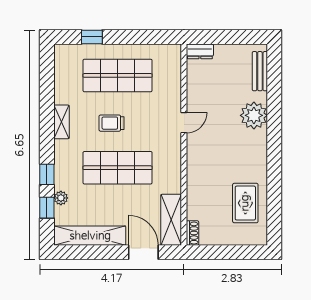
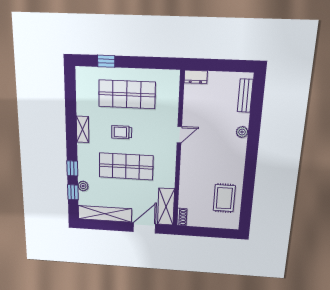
plant: (254, 115) -> (242, 132), width x0.53, depth x0.53
door: (143, 252) -> (144, 228), hinge flipped

